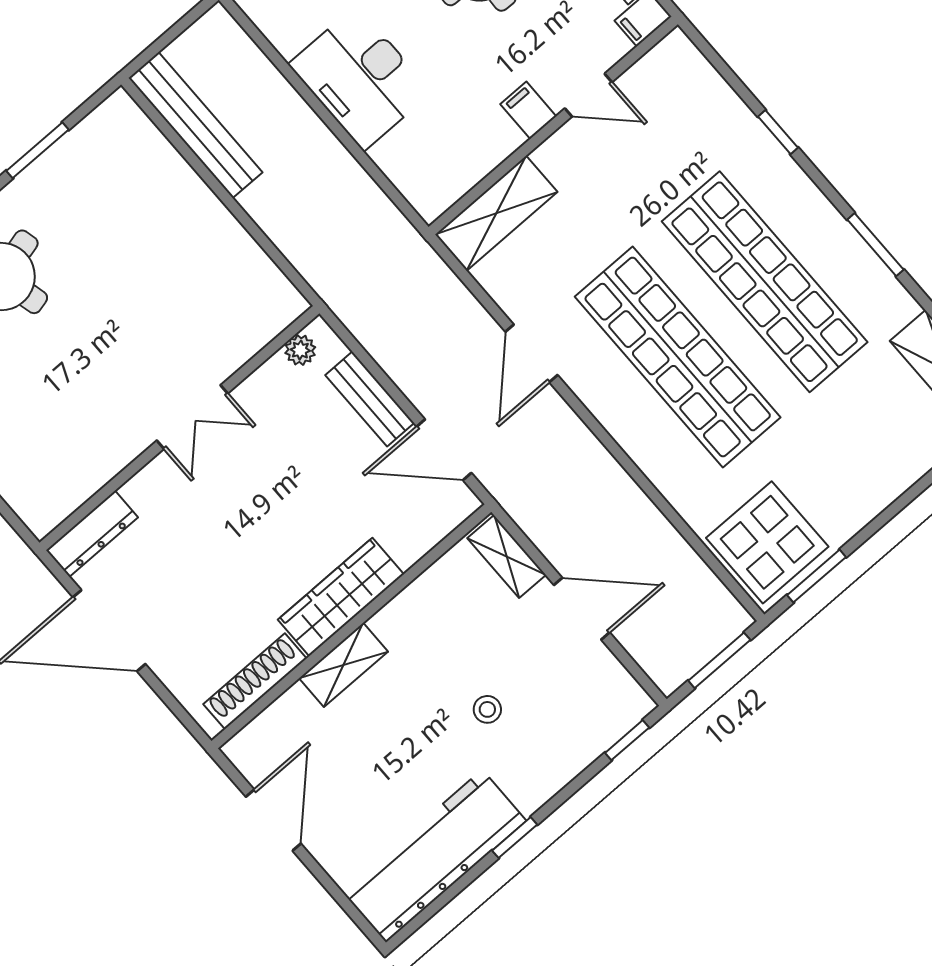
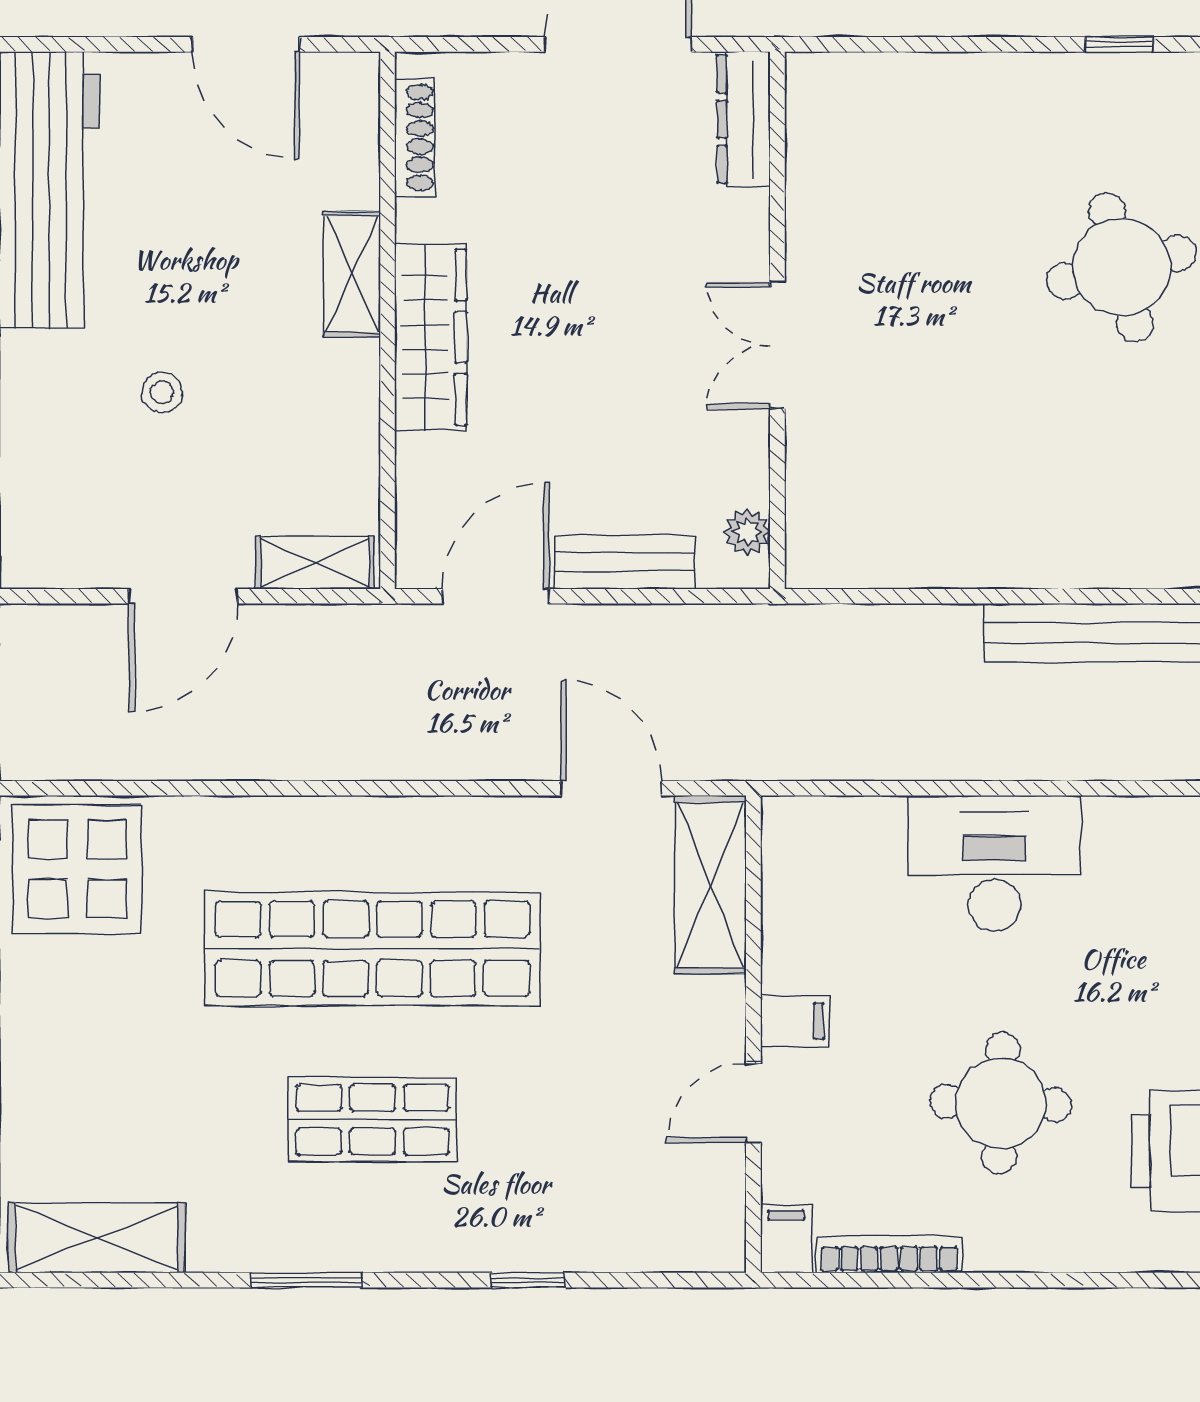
shop shelf: (765, 282) -> (373, 1120), width x0.50, depth x0.74
door: (532, 353) -> (611, 788), moved
shoe rack: (255, 681) -> (415, 137), width x0.74, depth x0.81

